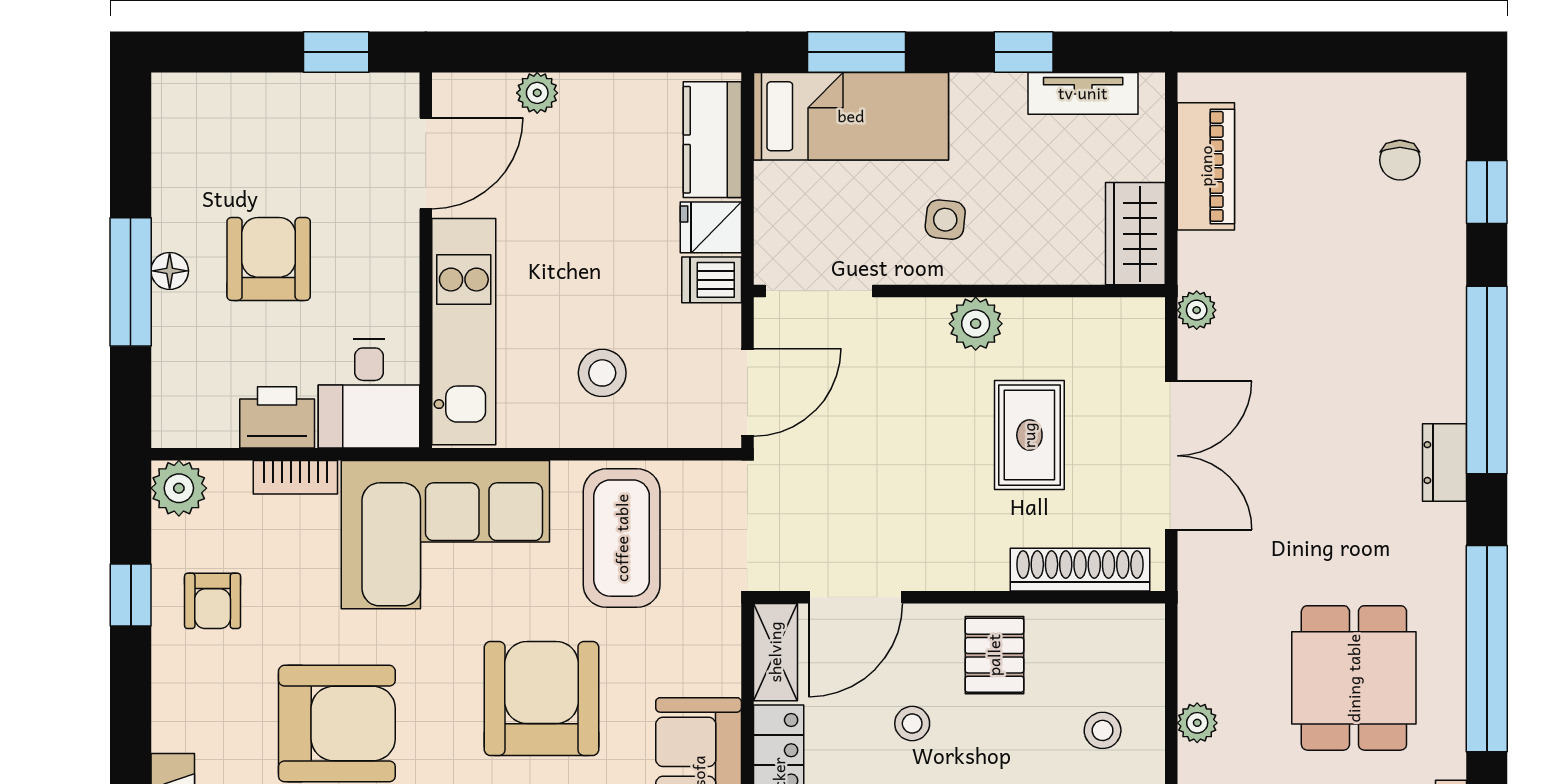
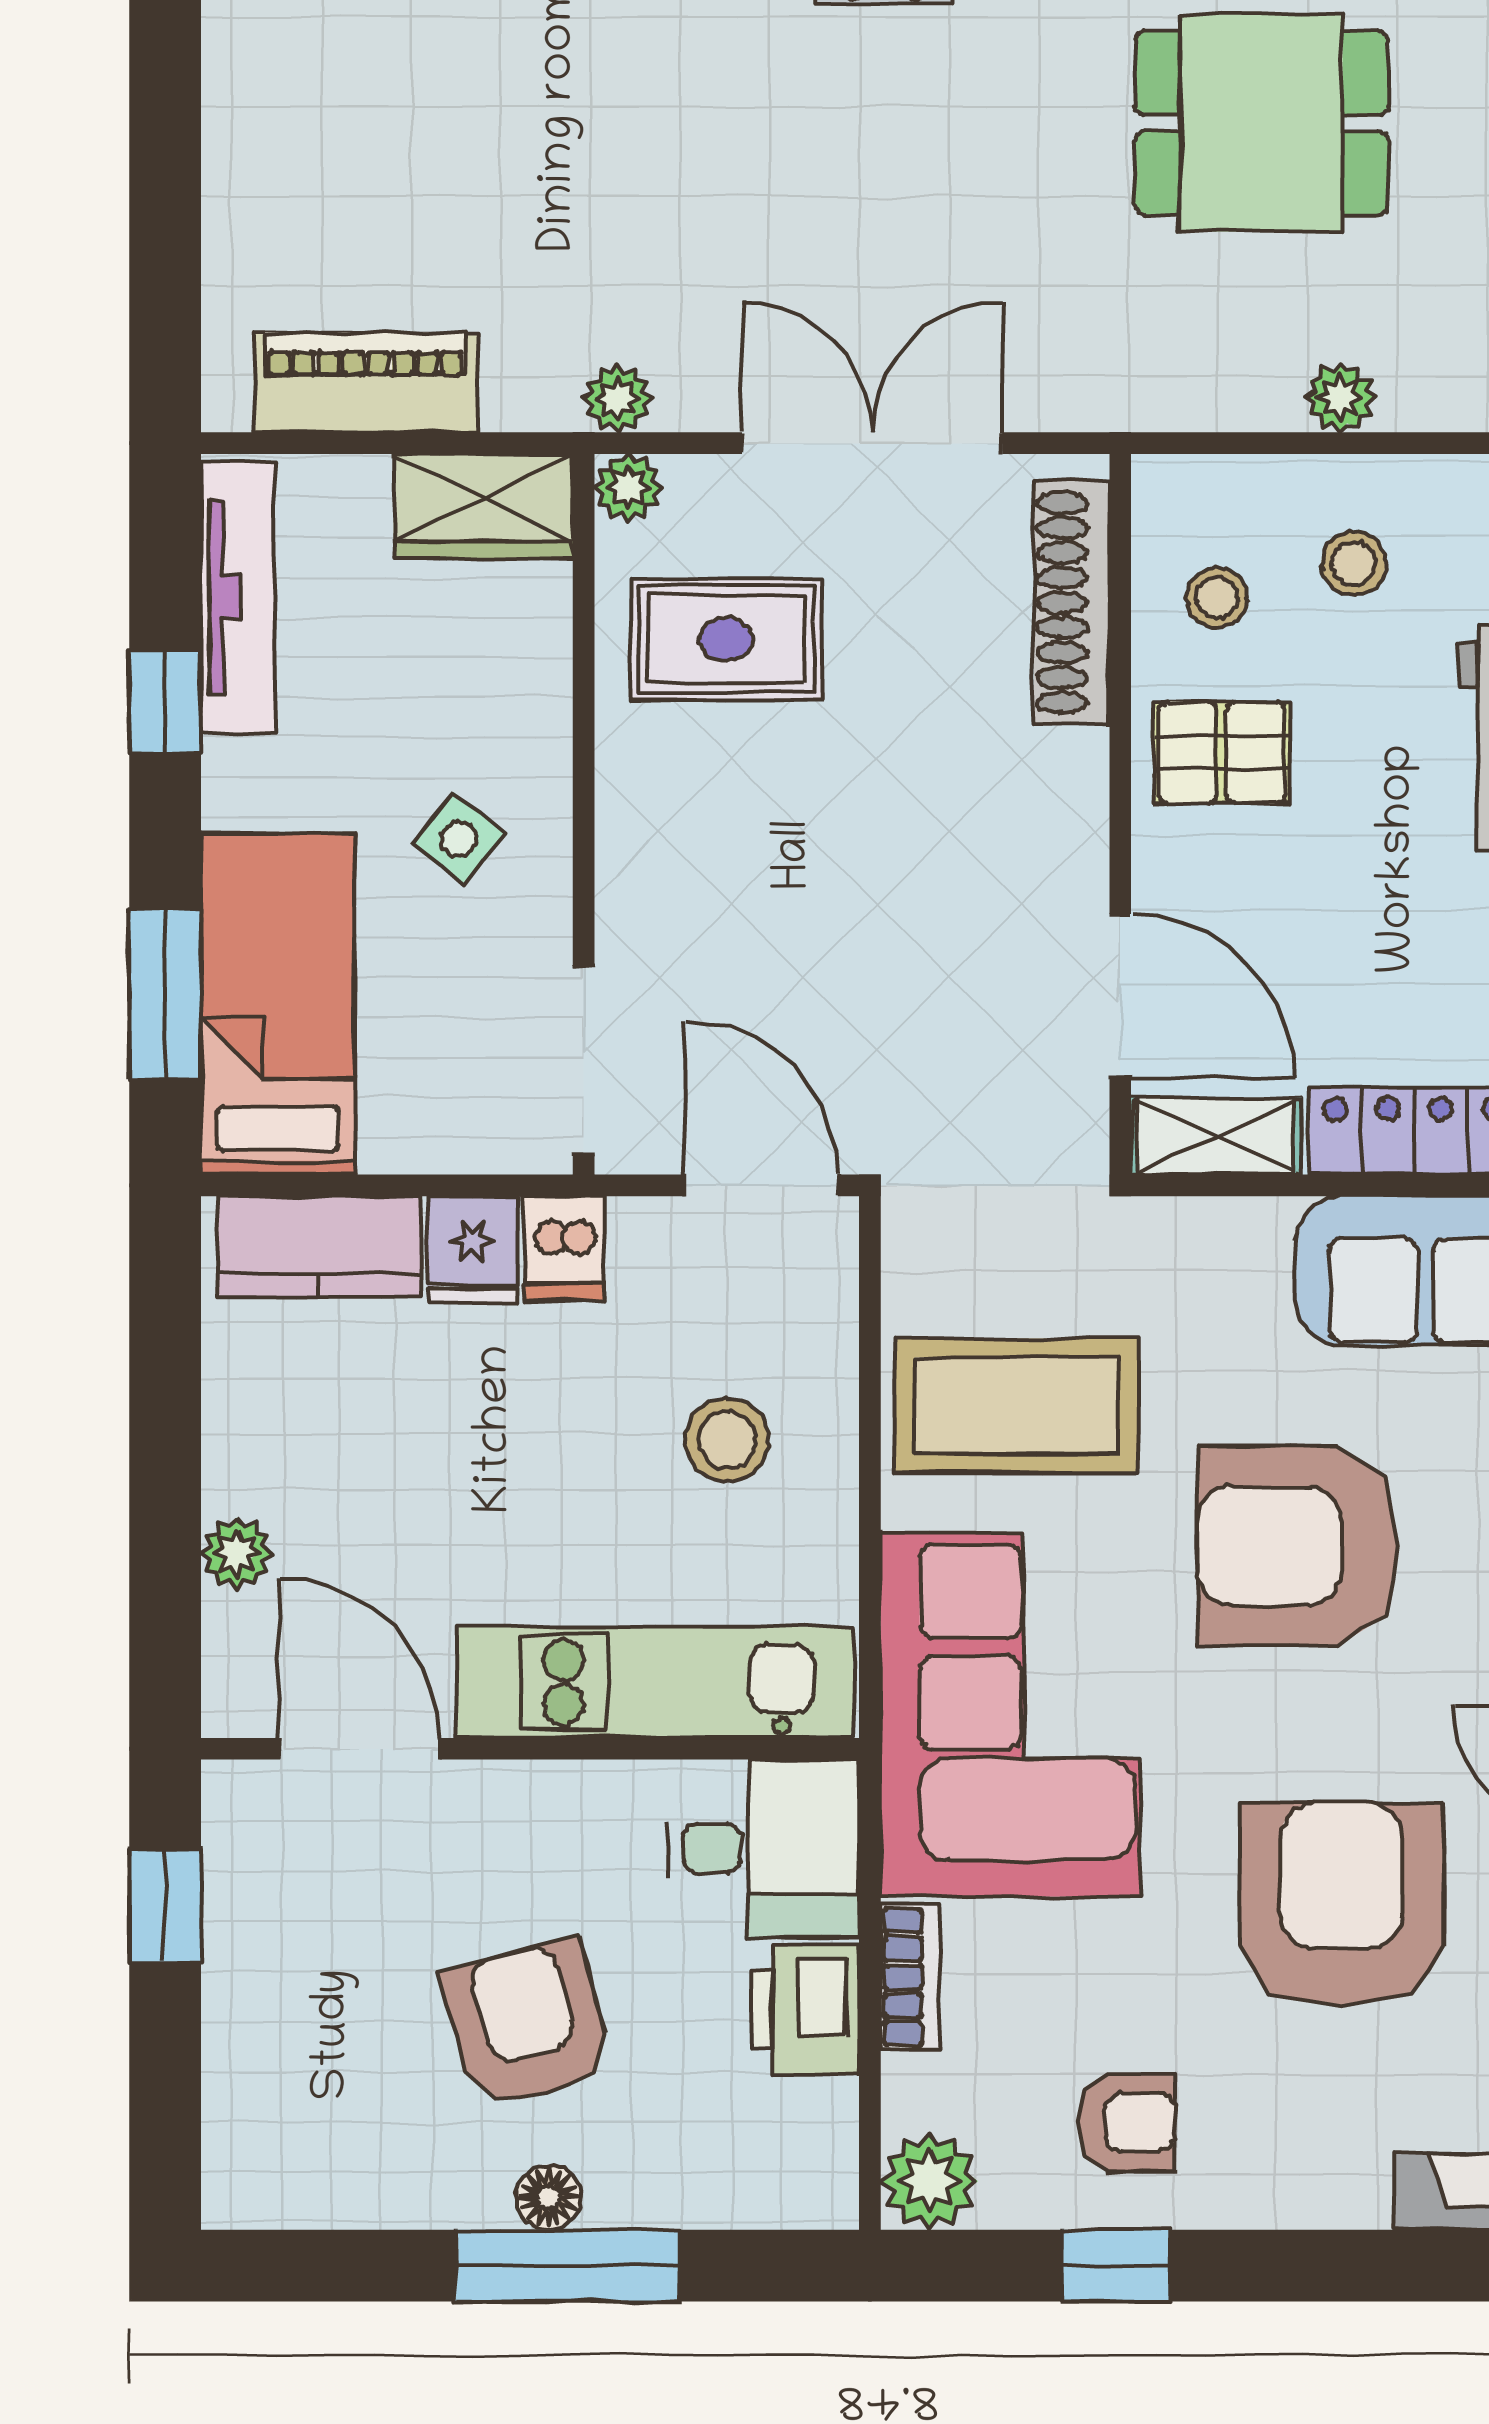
tv unit: (1083, 93) -> (238, 597), width x1.41
chair: (1400, 160) -> (355, 42), removed
side table: (945, 220) -> (459, 839), turned 32
armchair: (269, 259) -> (528, 2024), turned 75
plant: (976, 324) -> (628, 488), moved, width x0.73, depth x0.73
rug: (1029, 435) -> (726, 639), moved
stool: (912, 724) -> (1217, 598), moved

